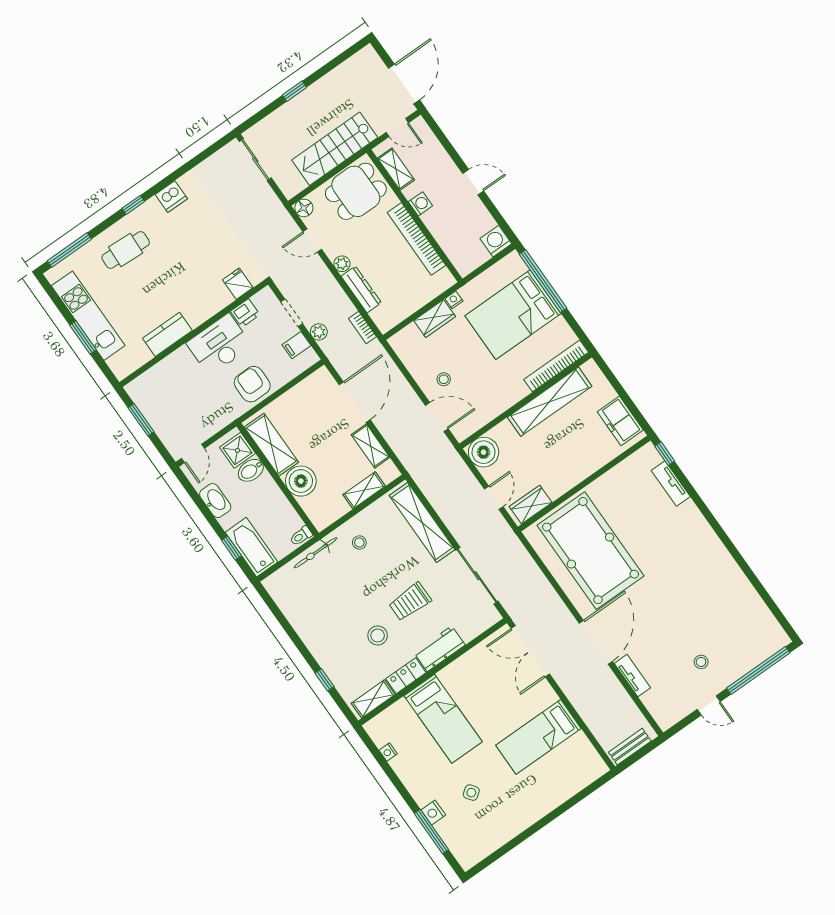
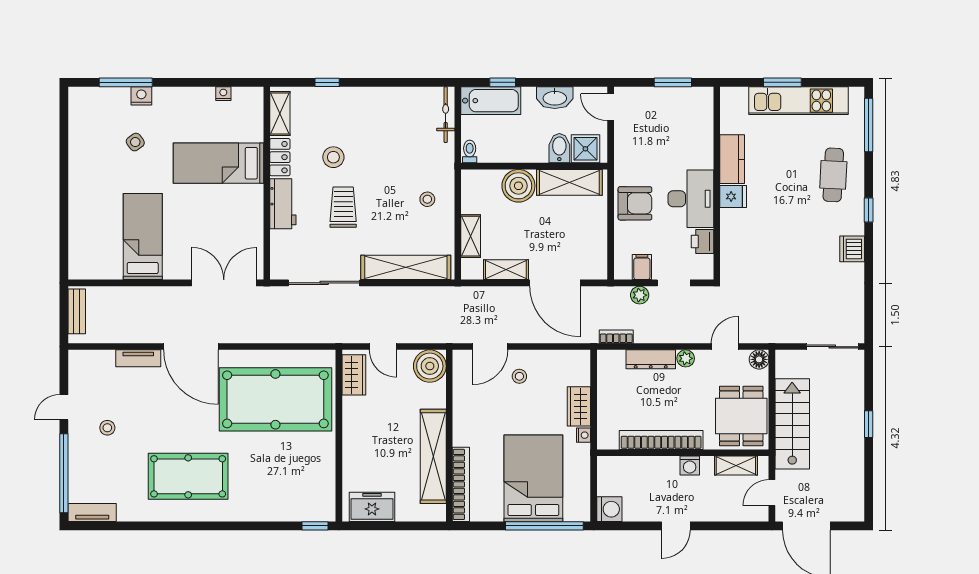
fridge: (238, 284) -> (733, 196), moved
tv unit: (671, 483) -> (92, 513), moved
bicycle: (315, 553) -> (446, 115), moved
pool table: (695, 575) -> (188, 476), added

